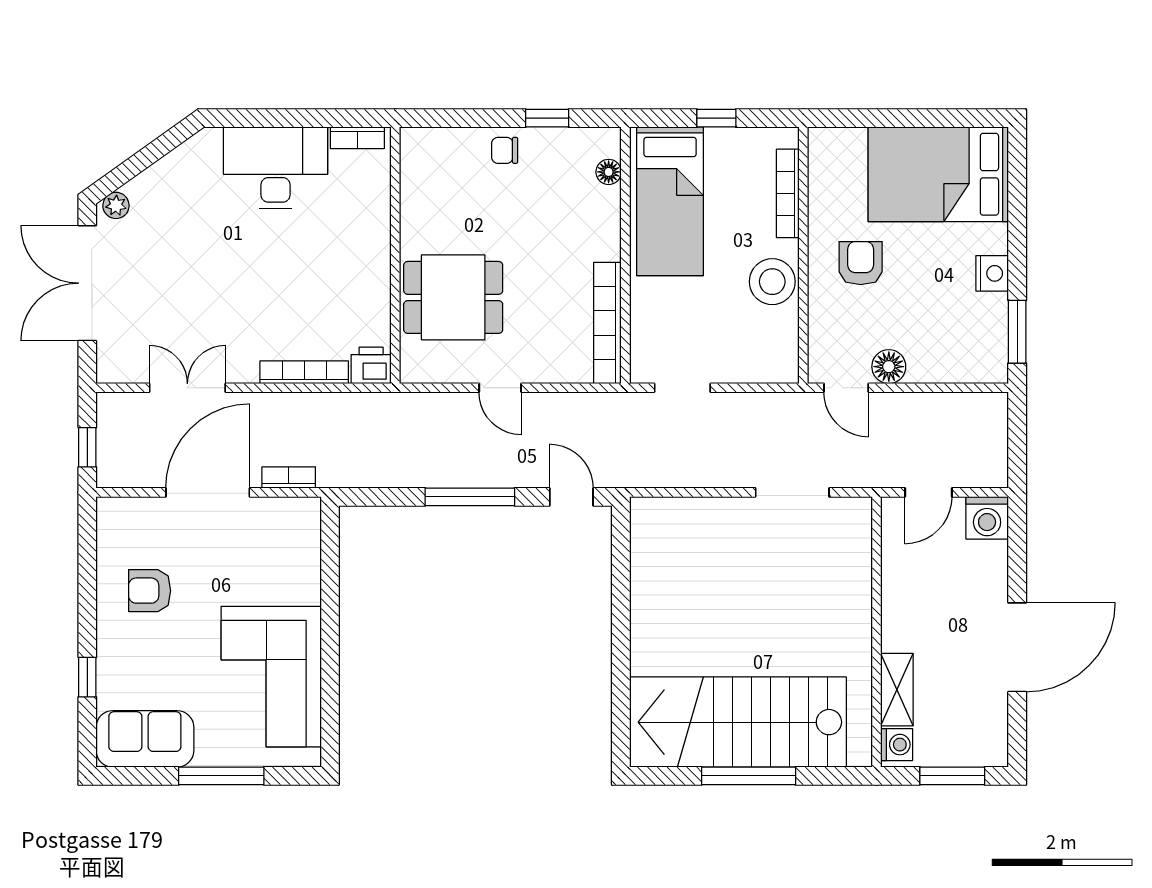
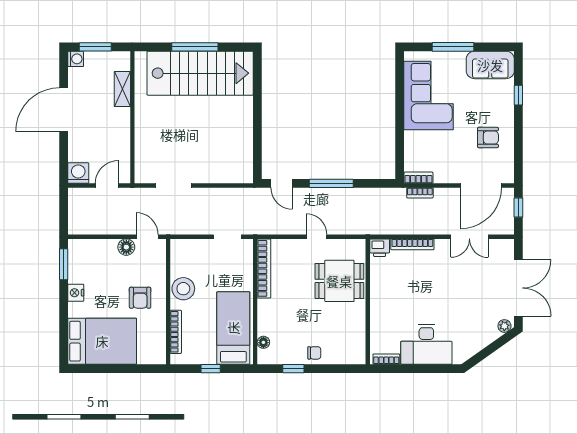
door: (208, 492) -> (481, 186), moved
bookcase: (292, 508) -> (418, 178), added
washing machine: (897, 745) -> (76, 59), moved, turned 180

